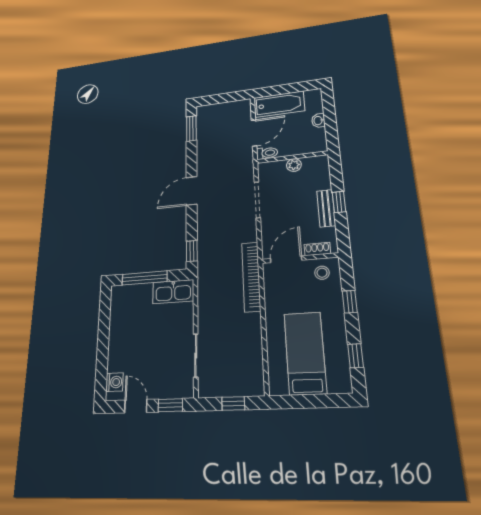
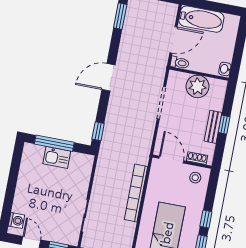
washbasin: (318, 121) -> (225, 69), moved
plant: (294, 165) -> (197, 86), width x1.88, depth x1.88
door: (286, 259) -> (171, 160), hinge flipped
bookcase: (251, 277) -> (136, 193), moved
kitchen sink: (173, 292) -> (57, 157), moved, width x0.73
window: (350, 302) -> (206, 219), moved

